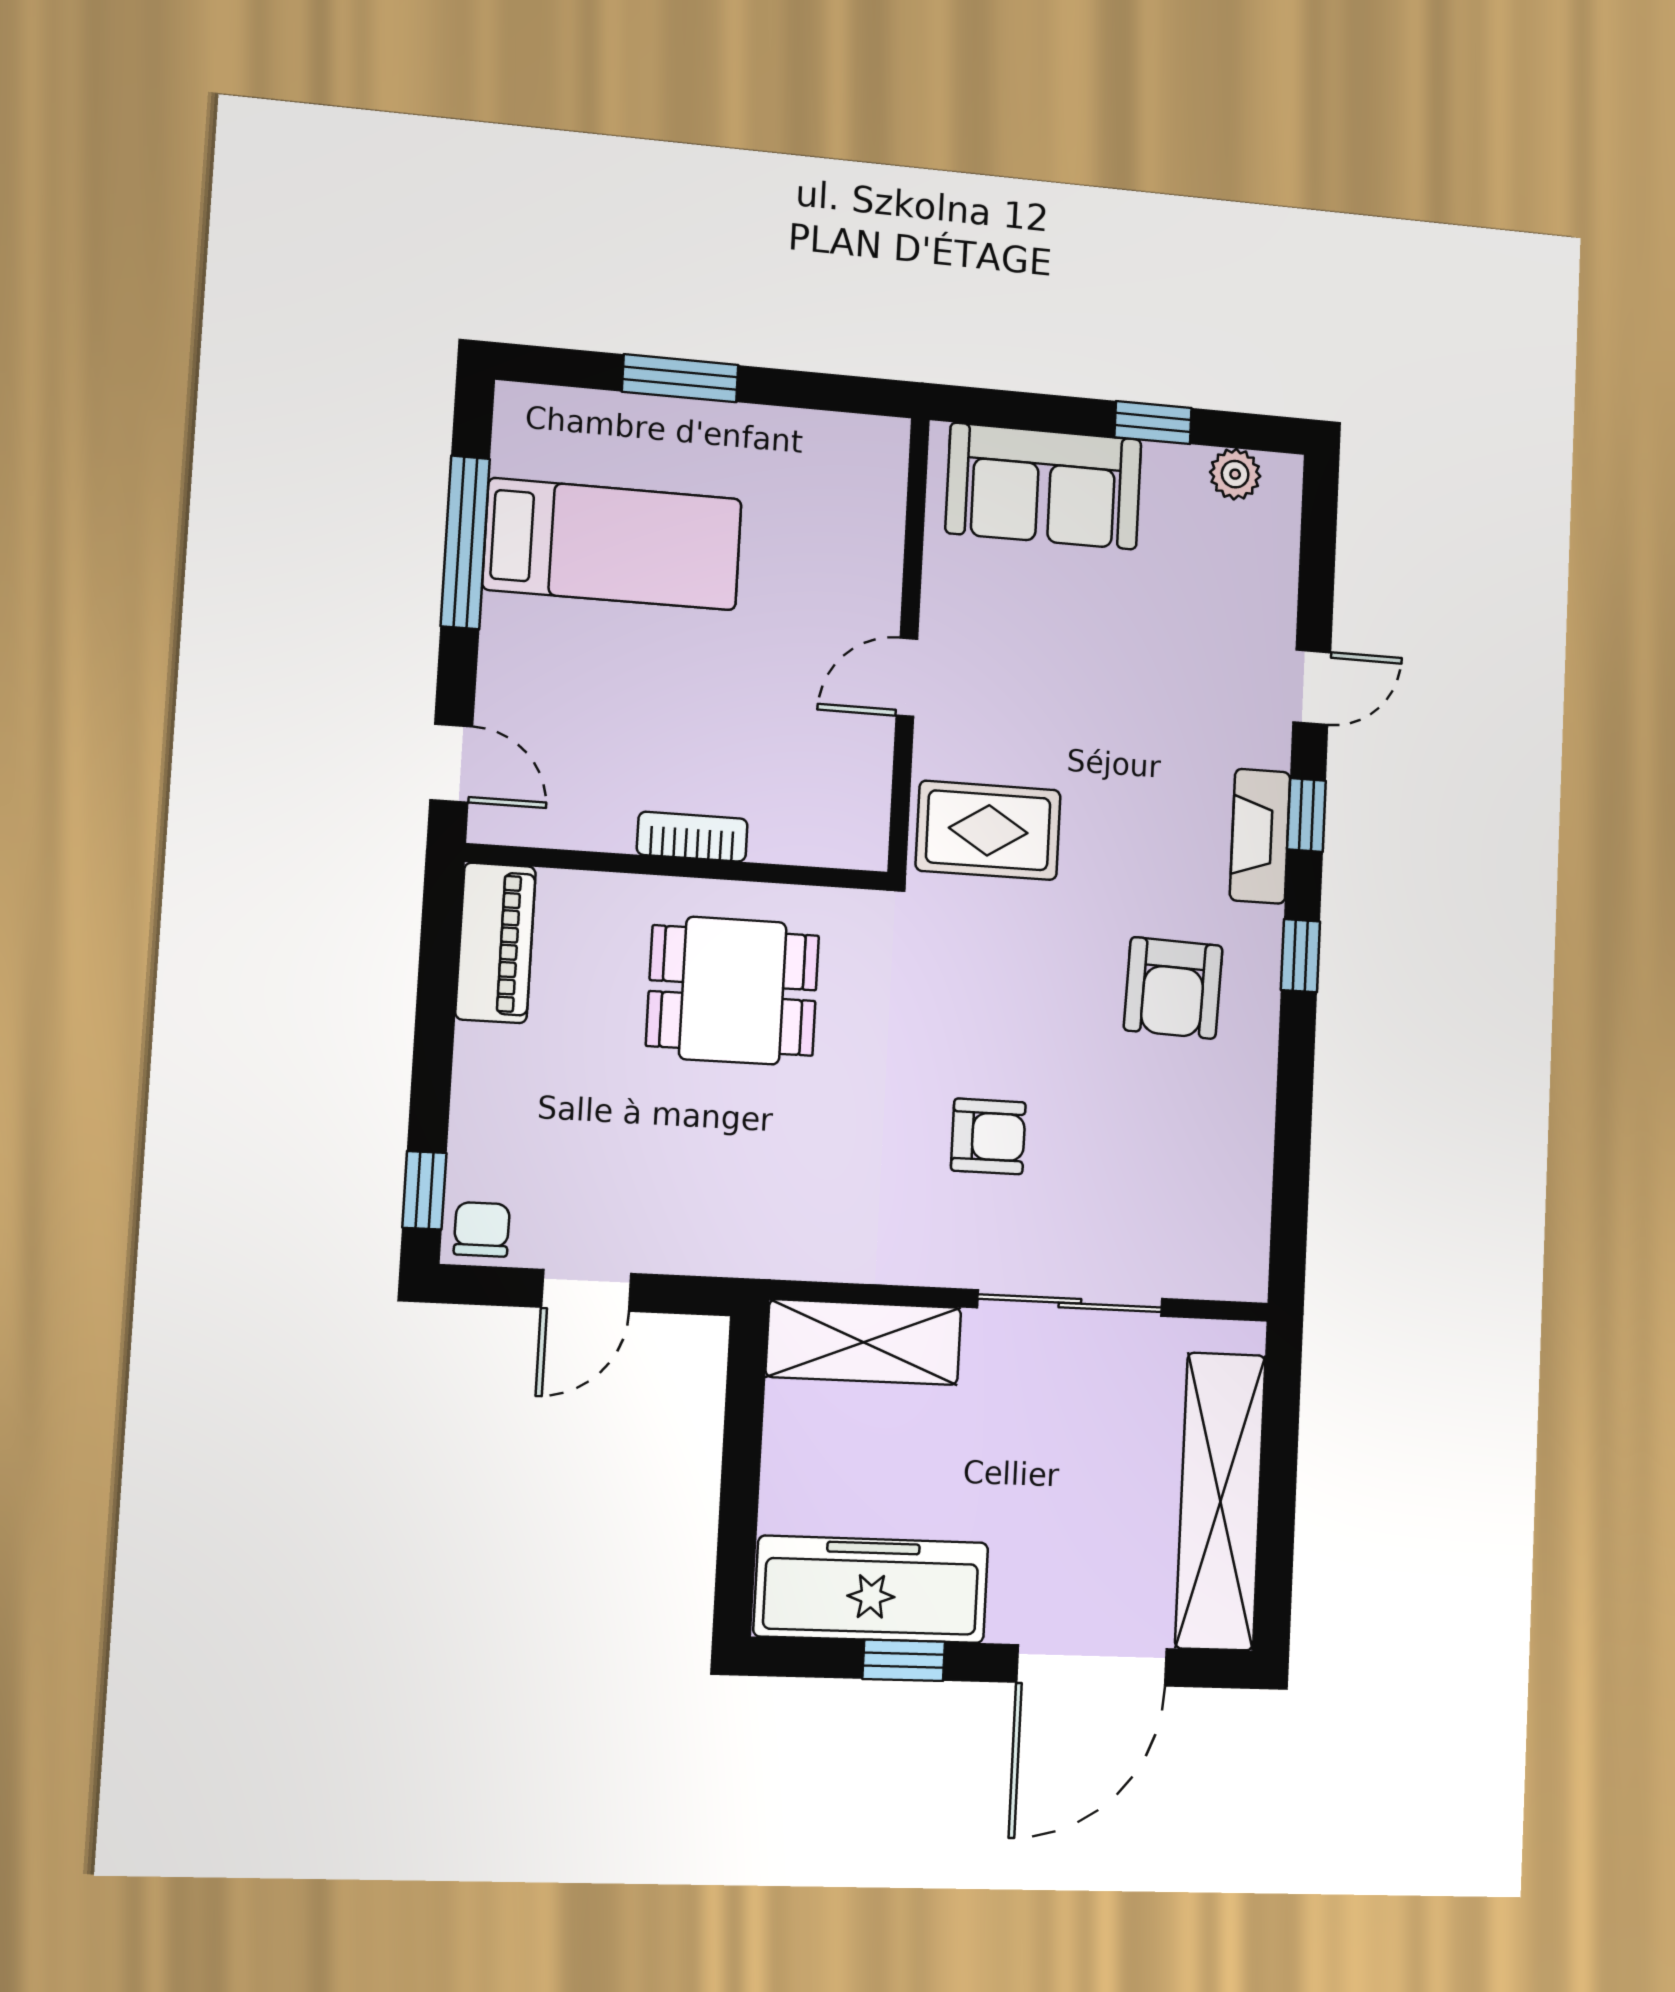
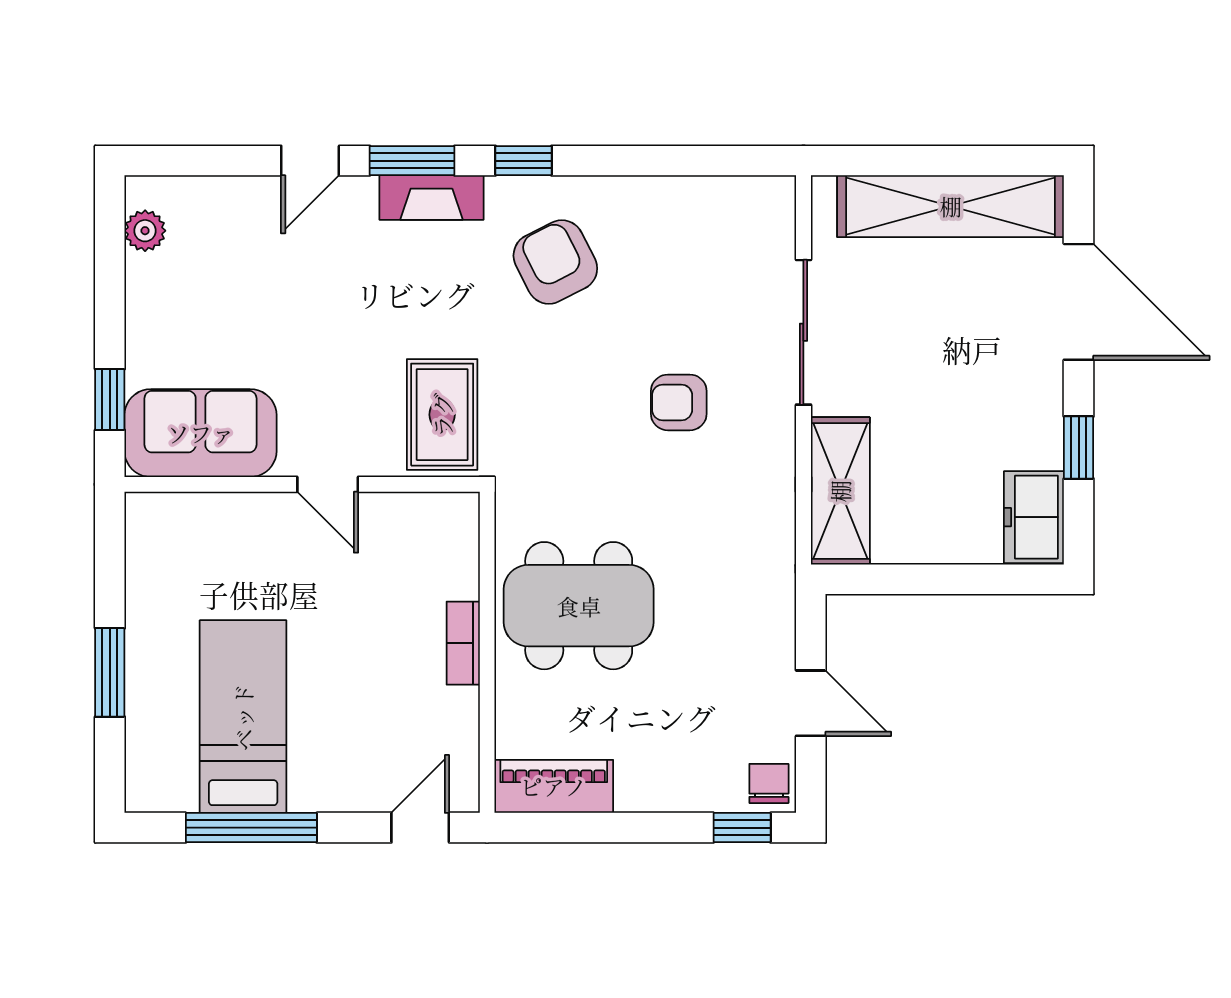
window: (1153, 423) -> (110, 400), moved
sofa: (1044, 486) -> (201, 433), moved, turned -90
door: (1312, 687) -> (310, 161), swing flipped
window: (1306, 815) -> (412, 161), width x1.50
armchair: (1173, 988) -> (555, 262), turned -119
dining table: (733, 991) -> (579, 606), width x1.38
armchair: (988, 1136) -> (679, 402), turned -90
chair: (482, 1229) -> (769, 783), turned 90
freezer: (871, 1589) -> (1034, 517), width x0.52, depth x0.79

